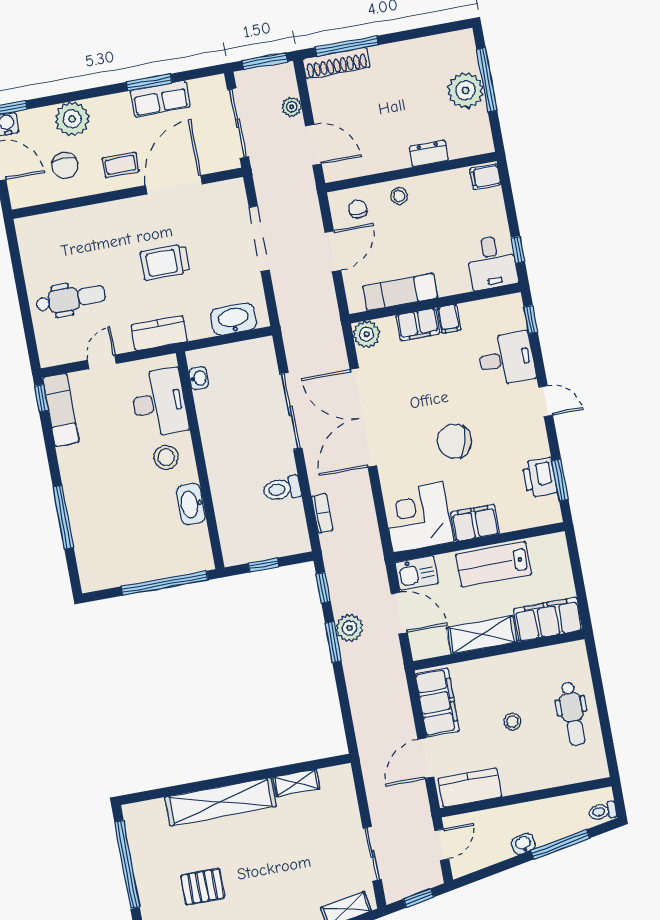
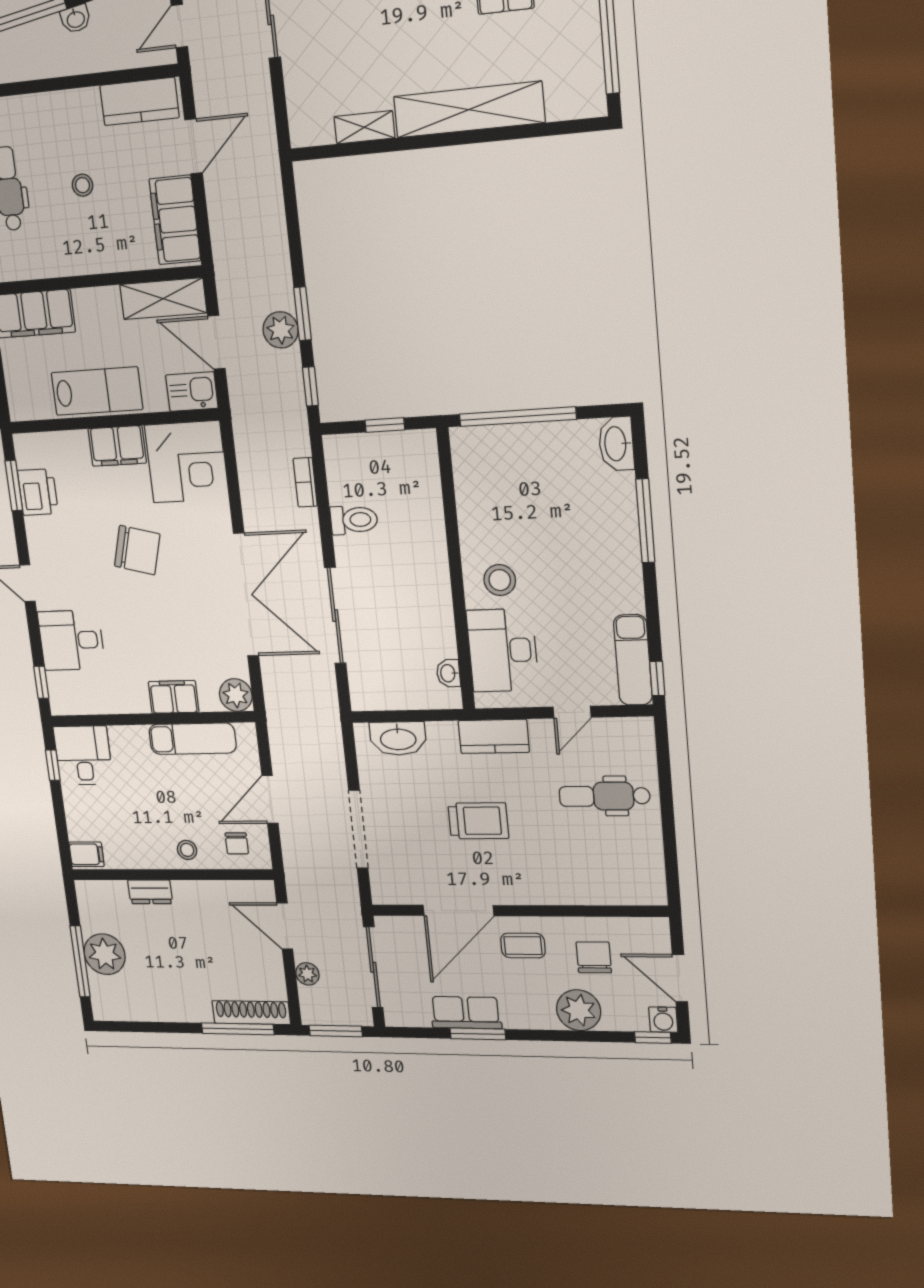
filing cabinet: (449, 319) -> (136, 698), removed
washbasin: (191, 504) -> (616, 444), moved, turned 180
shelving: (482, 635) -> (163, 299), moved

